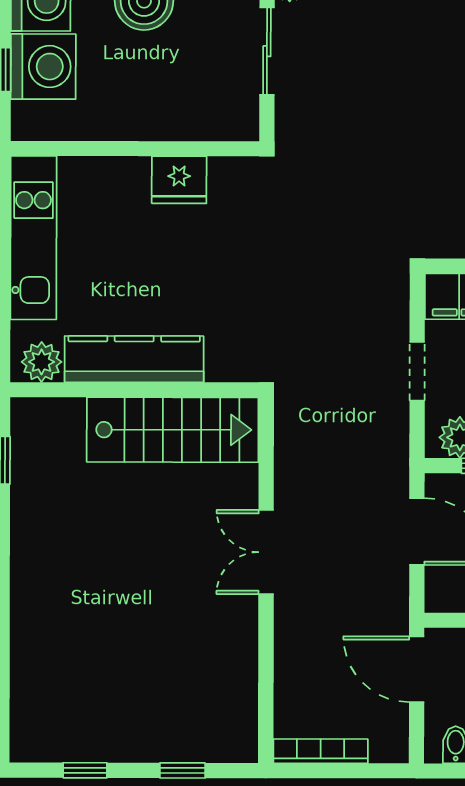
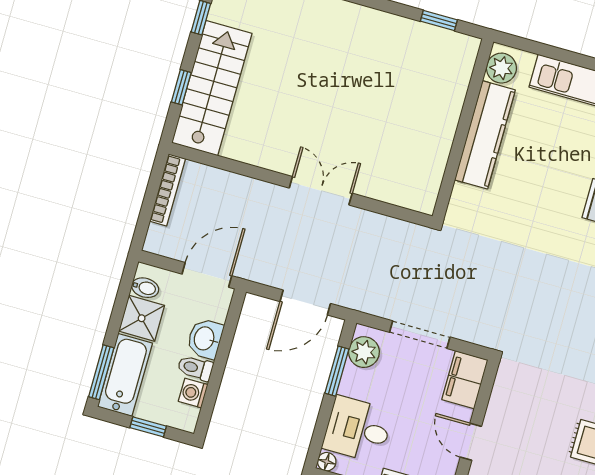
doorway: (417, 371) -> (420, 335), width x1.38
stairs: (173, 430) -> (212, 88), moved, turned 180

